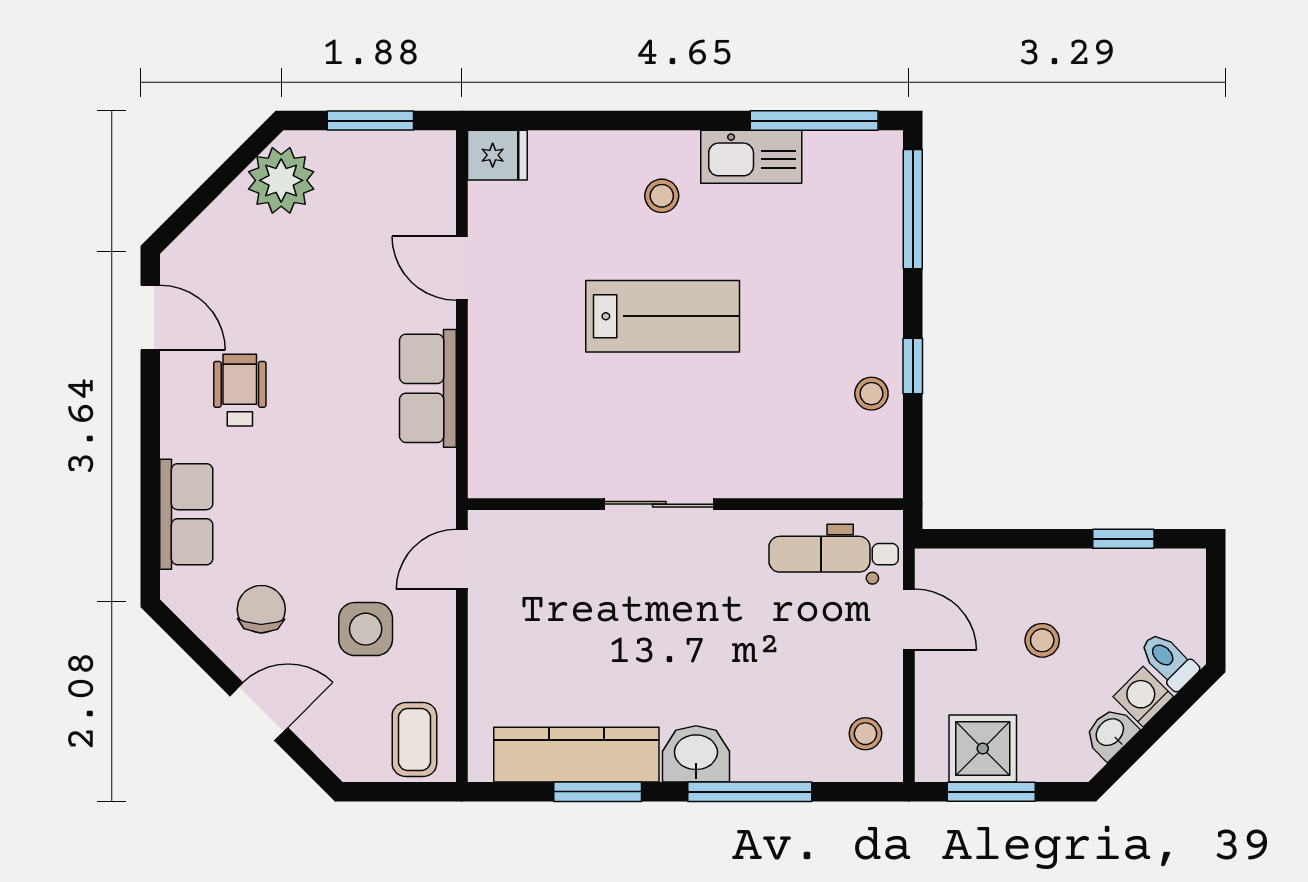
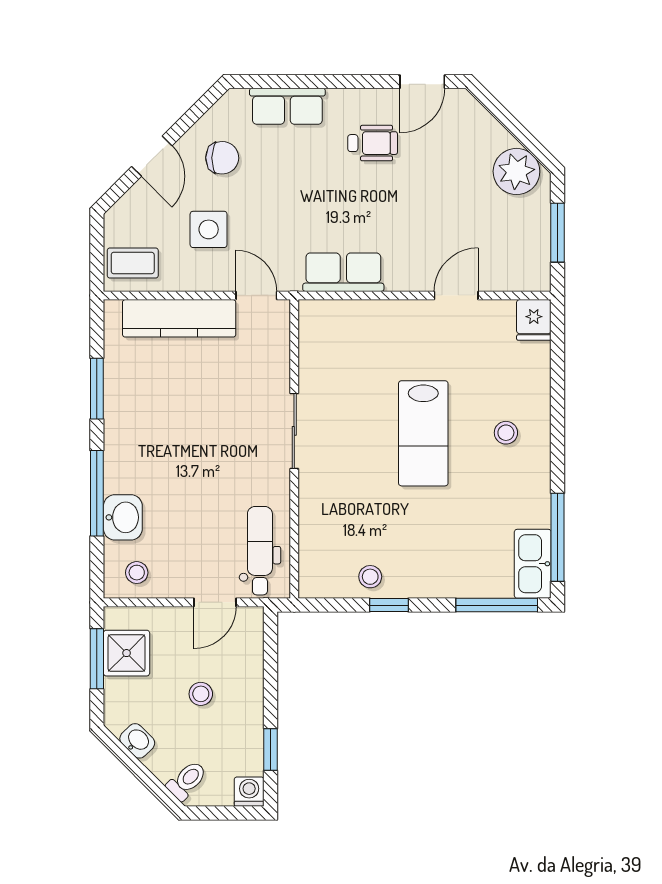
kitchen sink: (751, 157) -> (533, 564), moved
row of seats: (428, 388) -> (343, 272), moved
washing machine: (1143, 697) -> (249, 792), moved, turned -45
washbasin: (696, 754) -> (123, 517), moved
kitchen counter: (576, 755) -> (179, 318), moved, turned 90

